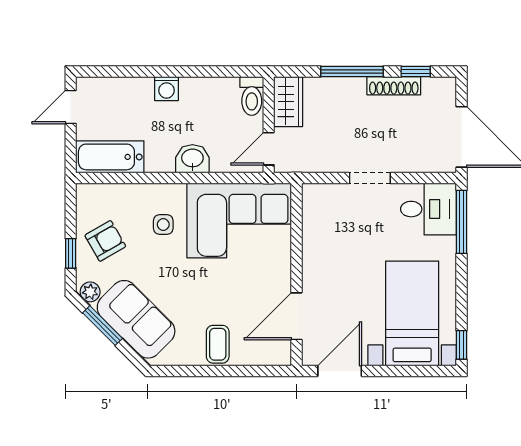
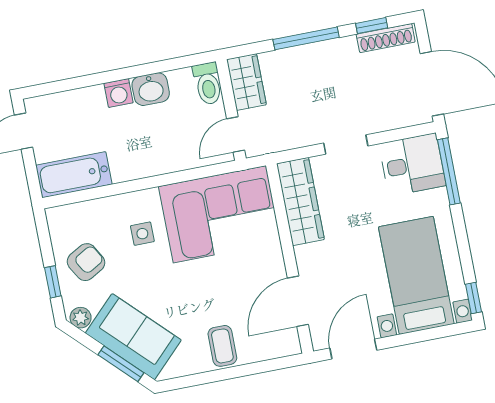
shoe rack: (394, 86) -> (386, 38), moved
washbasin: (192, 159) -> (151, 89), moved, turned 180
wardrobe: (317, 223) -> (300, 201), added
window: (103, 326) -> (121, 364), moved

